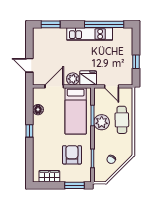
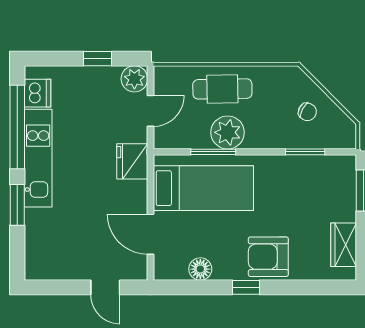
window: (51, 24) -> (17, 205), moved
dishwasher: (120, 34) -> (37, 93), added
door: (29, 65) -> (105, 287), hinge flipped
plant: (73, 79) -> (134, 79), moved
armchair: (72, 155) -> (268, 257), moved

